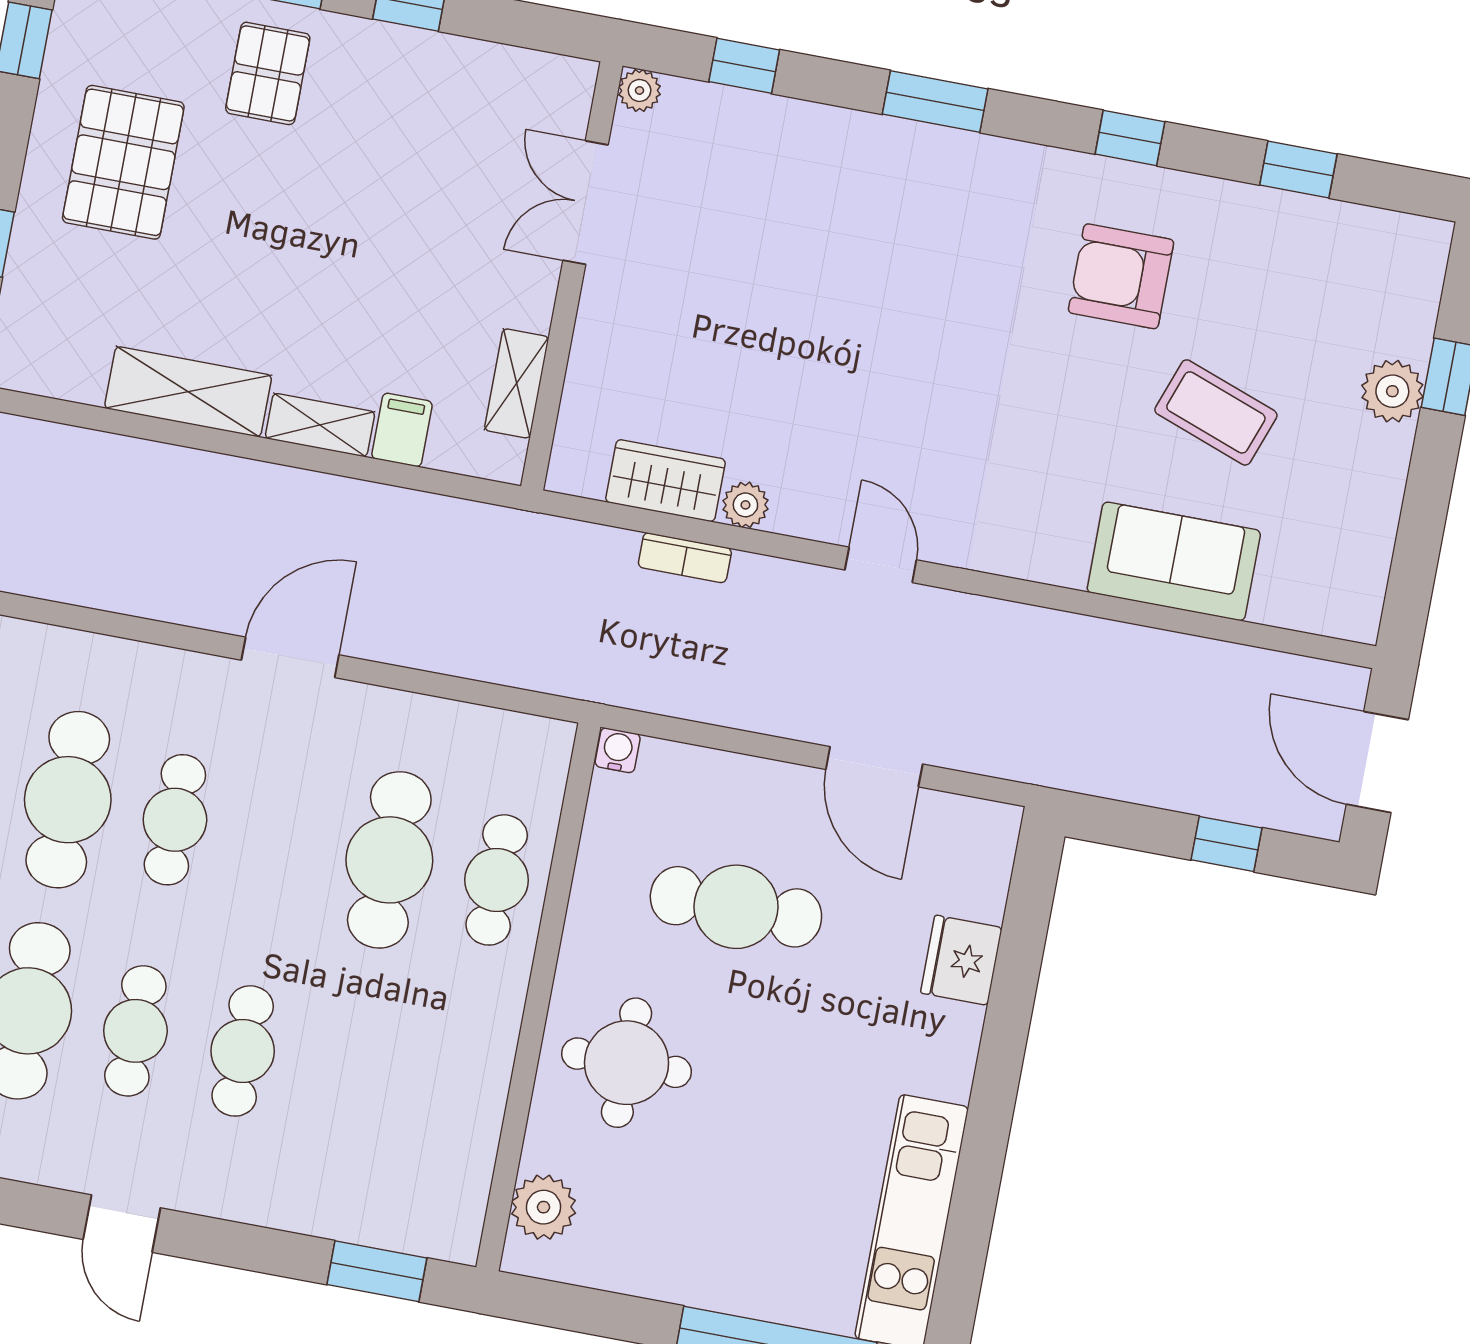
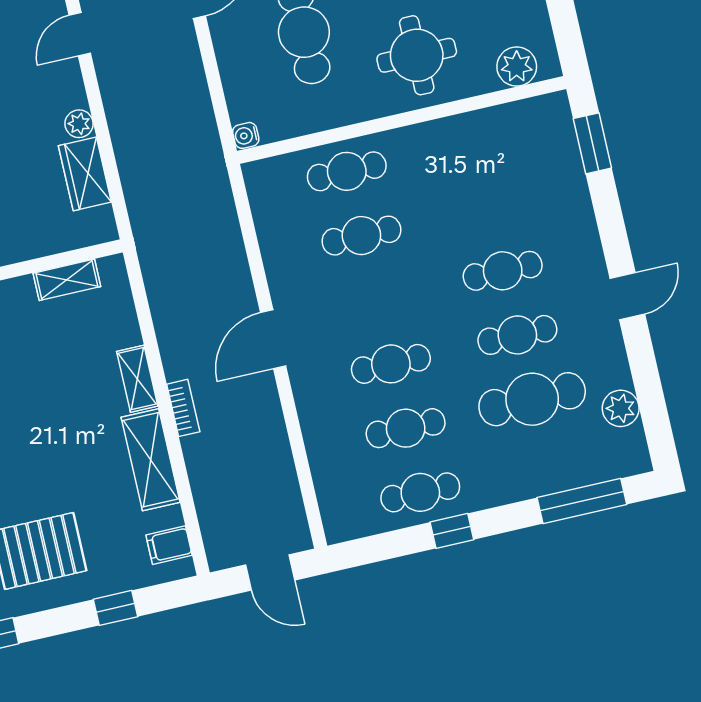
filing cabinet: (402, 430) -> (169, 545), moved
bookcase: (685, 558) -> (183, 408), moved
door: (290, 657) -> (273, 339), hinge flipped
cafe table: (68, 800) -> (406, 428), width x0.73, depth x0.74
cafe table: (389, 860) -> (361, 236), width x0.73, depth x0.74

